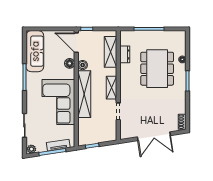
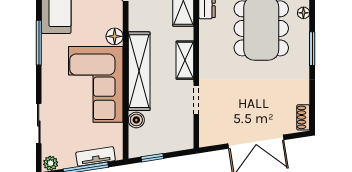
floor lamp: (70, 63) -> (115, 36), moved
boiler: (83, 65) -> (136, 120), moved

